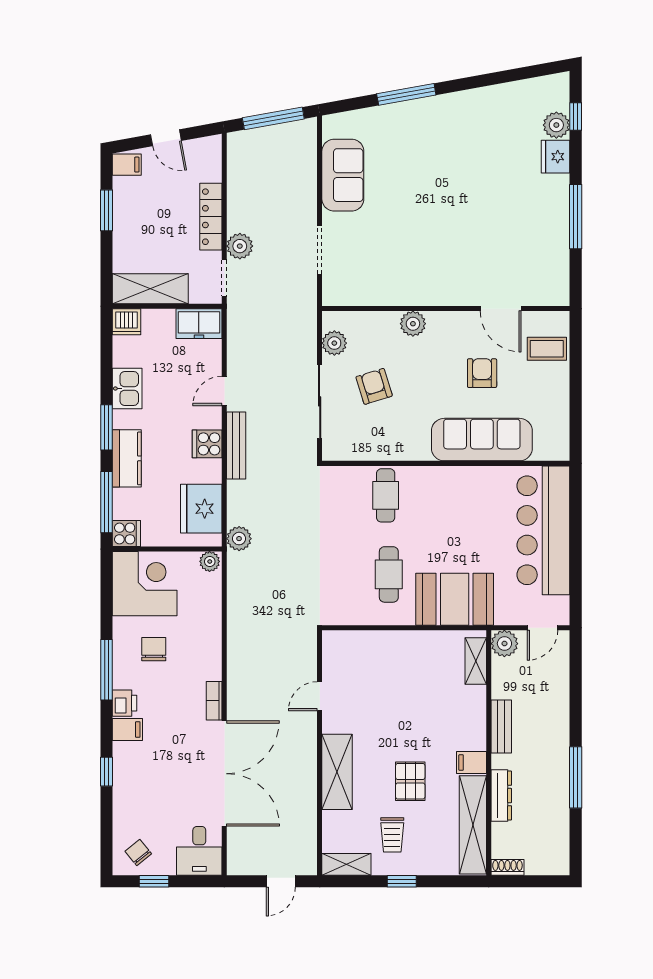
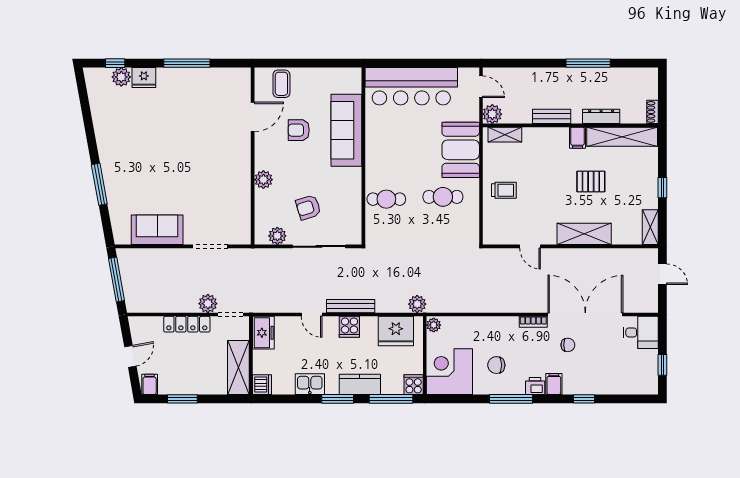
trolley: (392, 835) -> (504, 190), moved
chair: (138, 852) -> (568, 345), moved, turned -141

